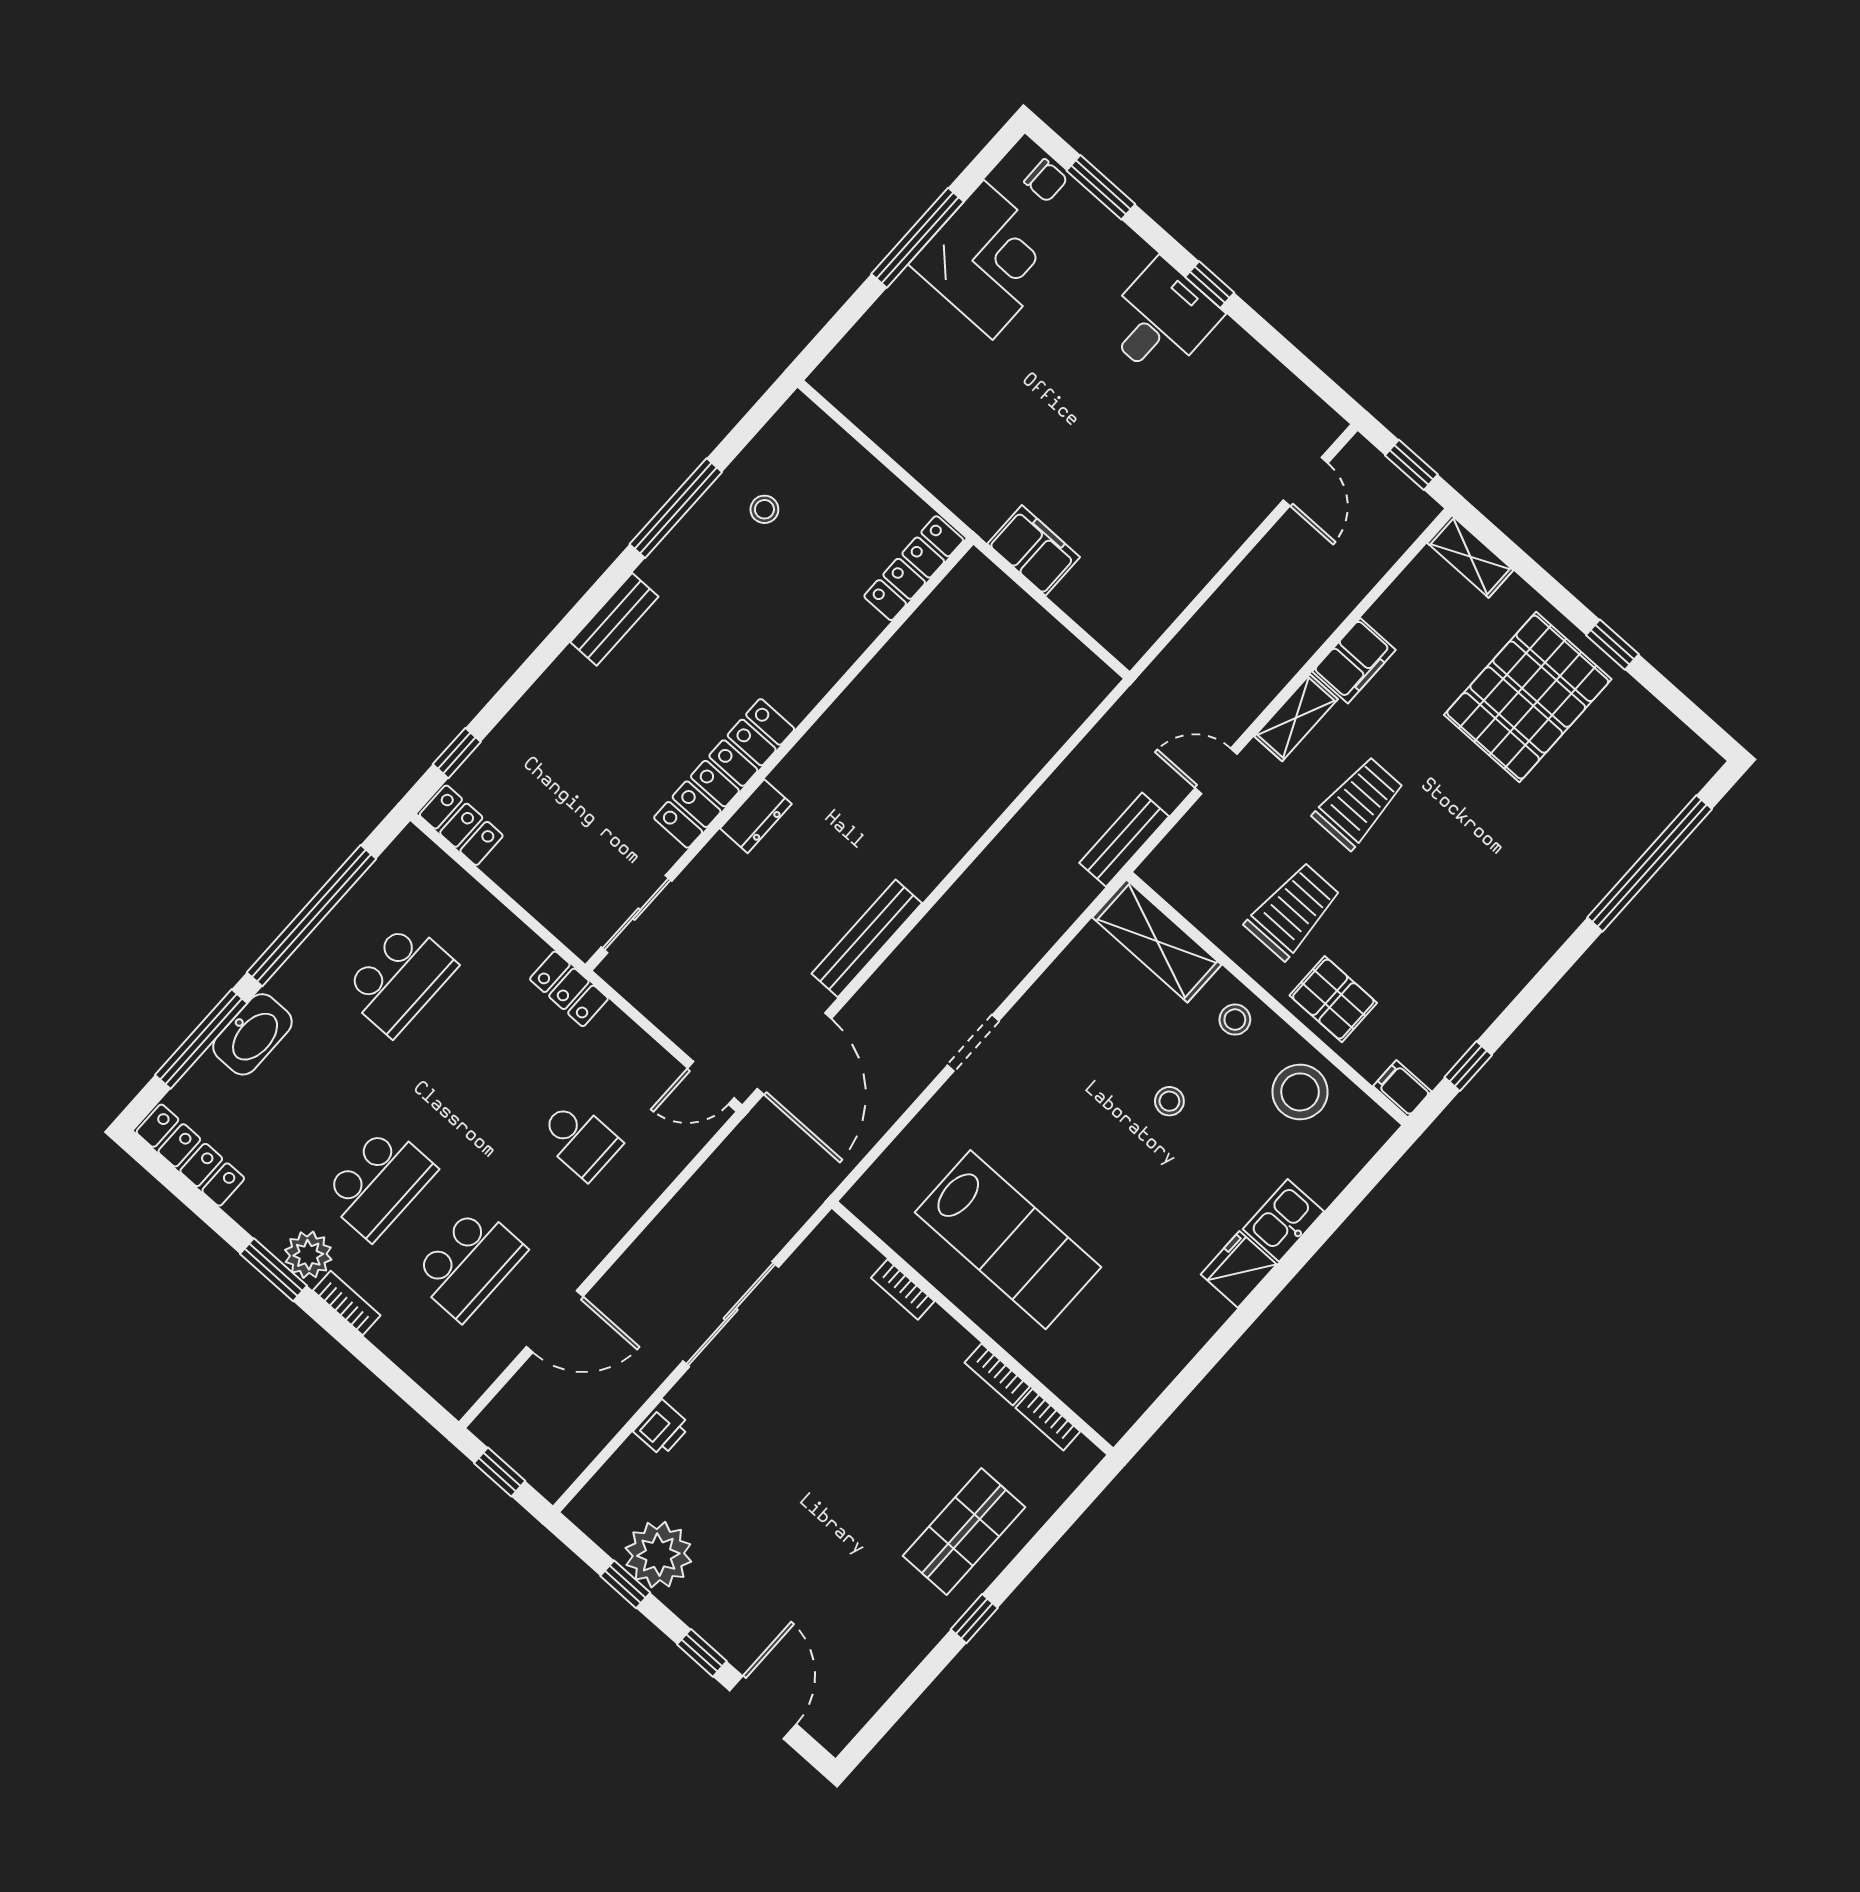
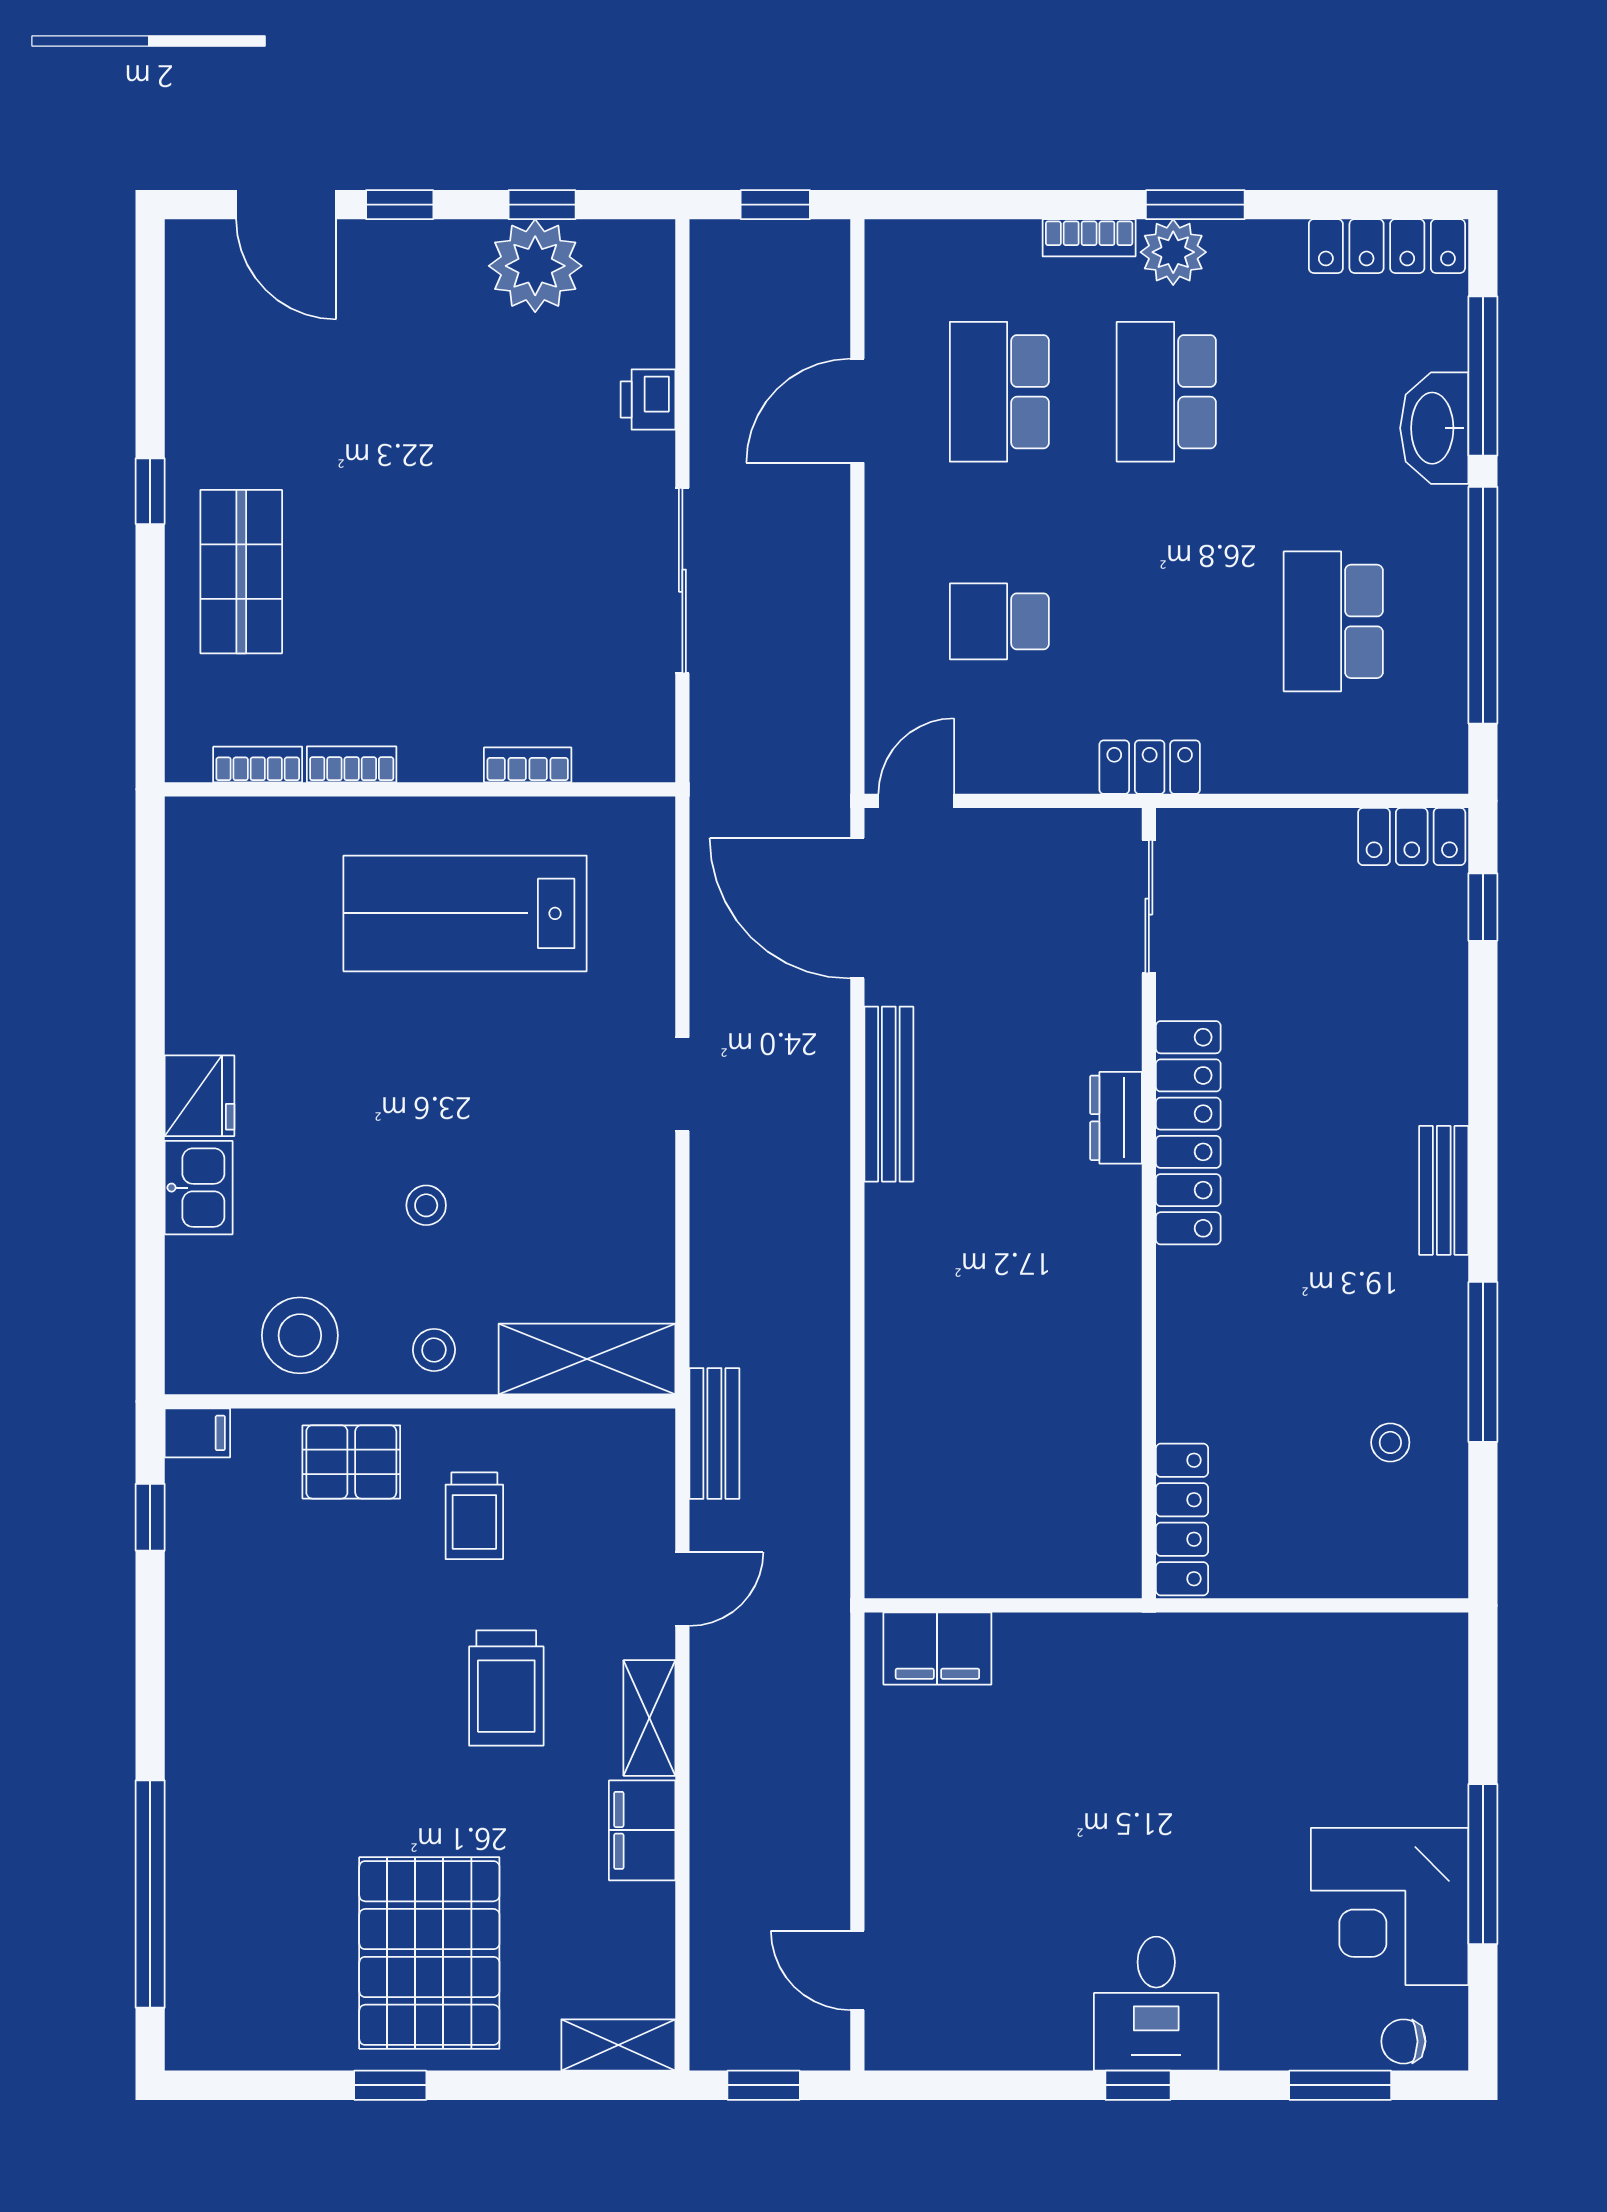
filing cabinet: (1034, 550) -> (937, 1649), moved
trolley: (1293, 911) -> (474, 1516), width x0.73, depth x0.72

